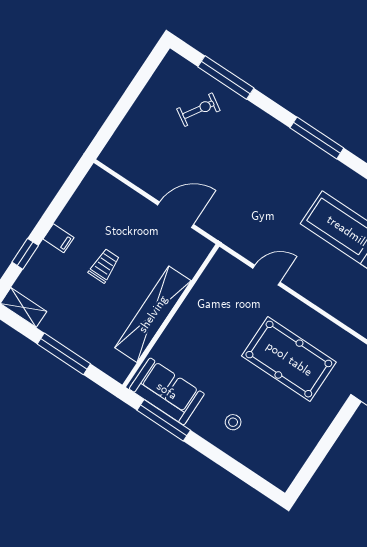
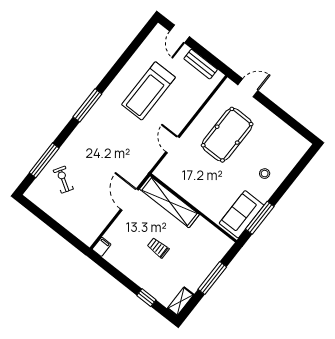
filing cabinet: (58, 238) -> (102, 247), moved
shelving: (153, 314) -> (169, 202), moved

